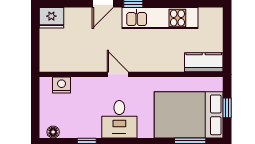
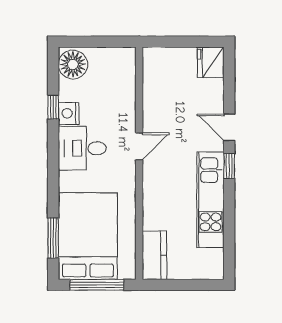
nightstand: (62, 85) -> (69, 113), moved, turned 180
window: (227, 108) -> (97, 285), width x2.17
floor lamp: (53, 132) -> (73, 64), width x1.89, depth x1.89

